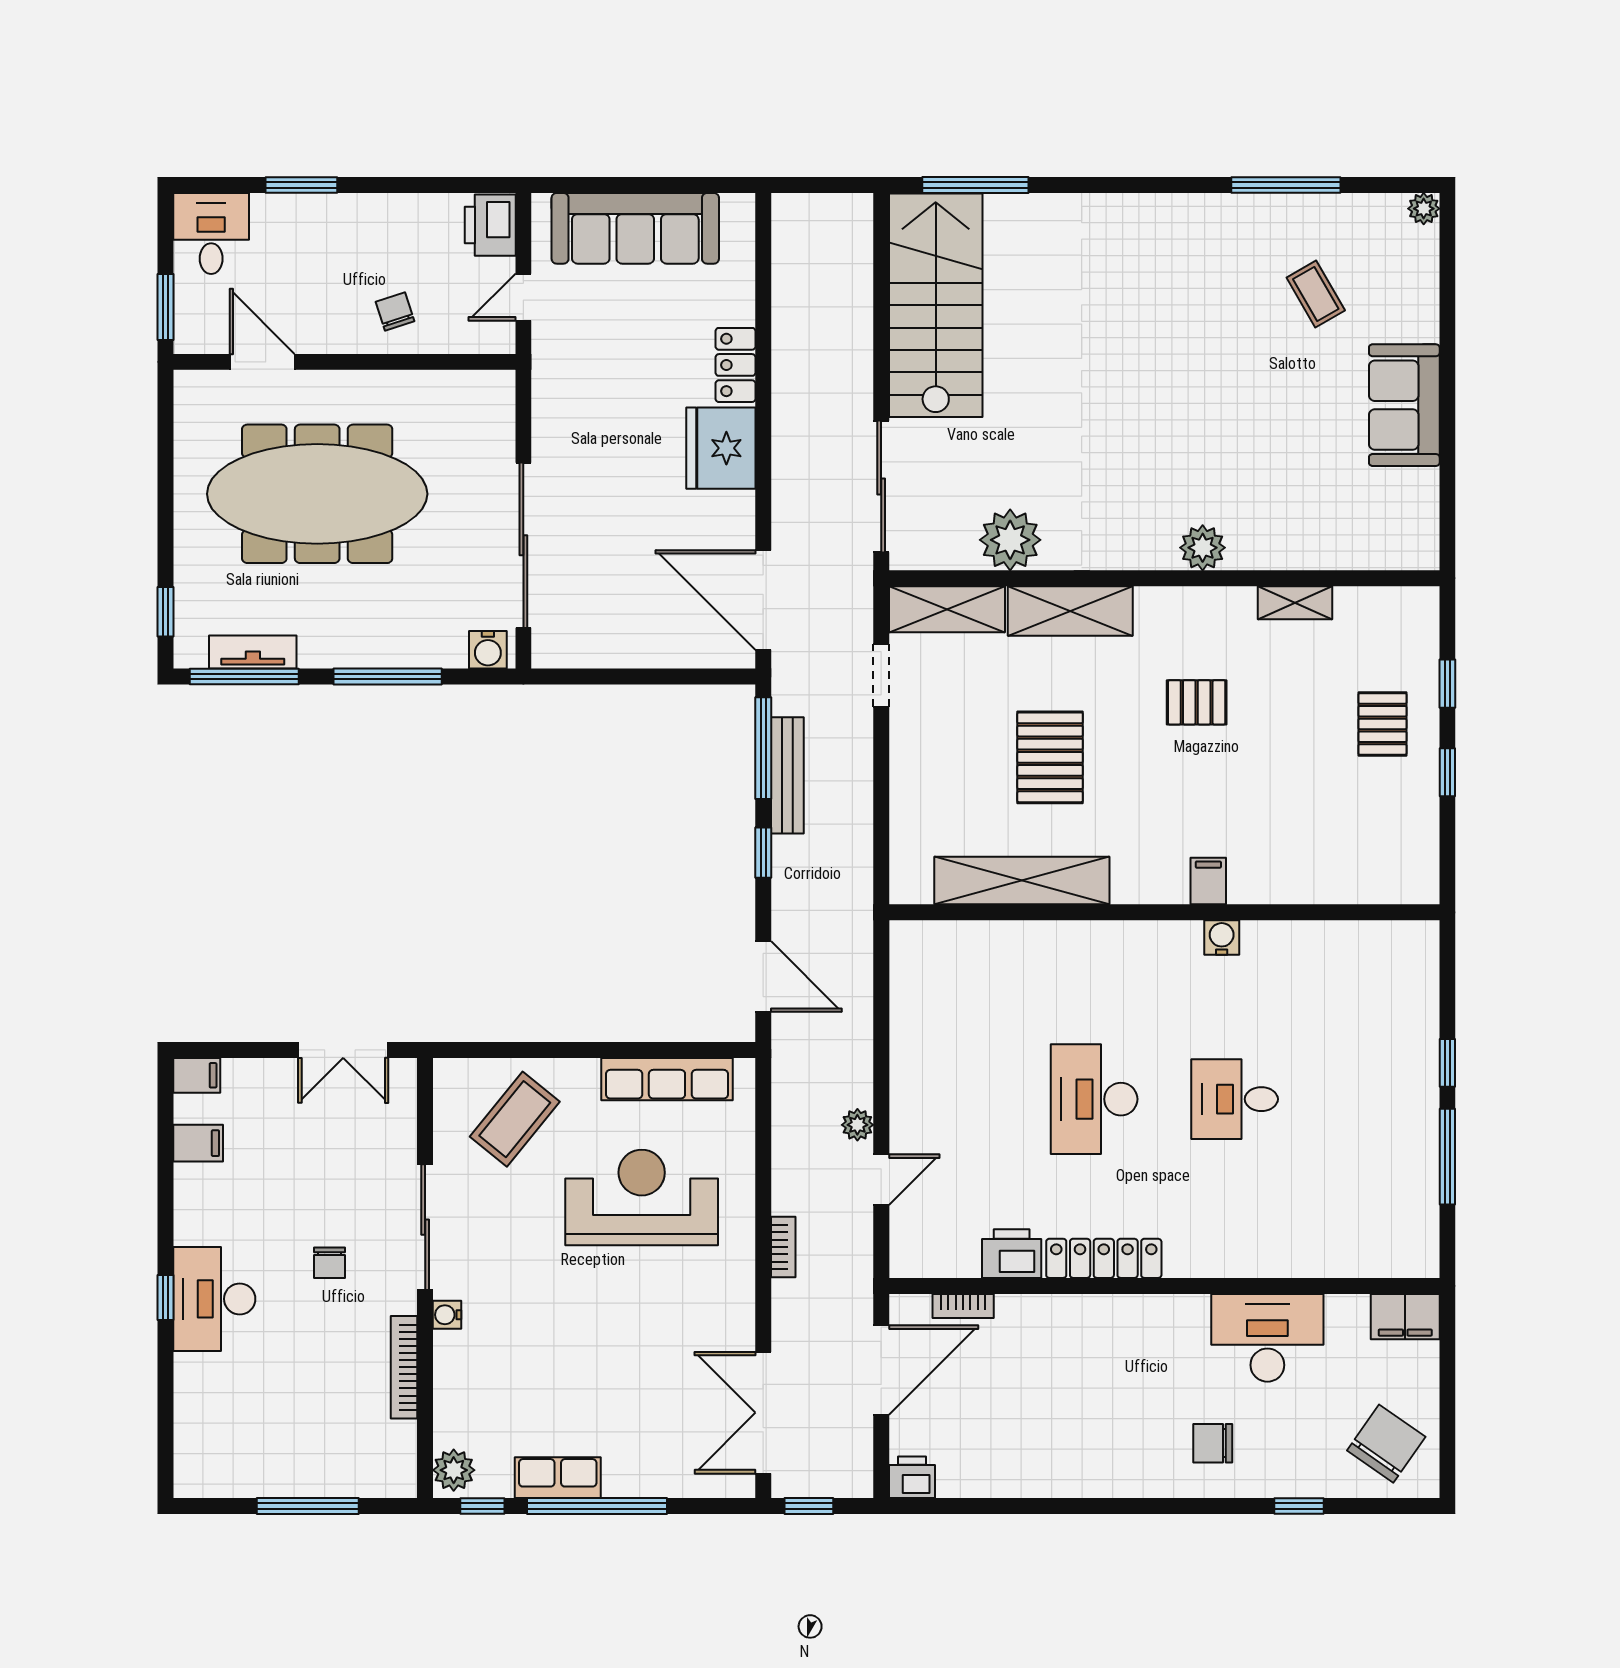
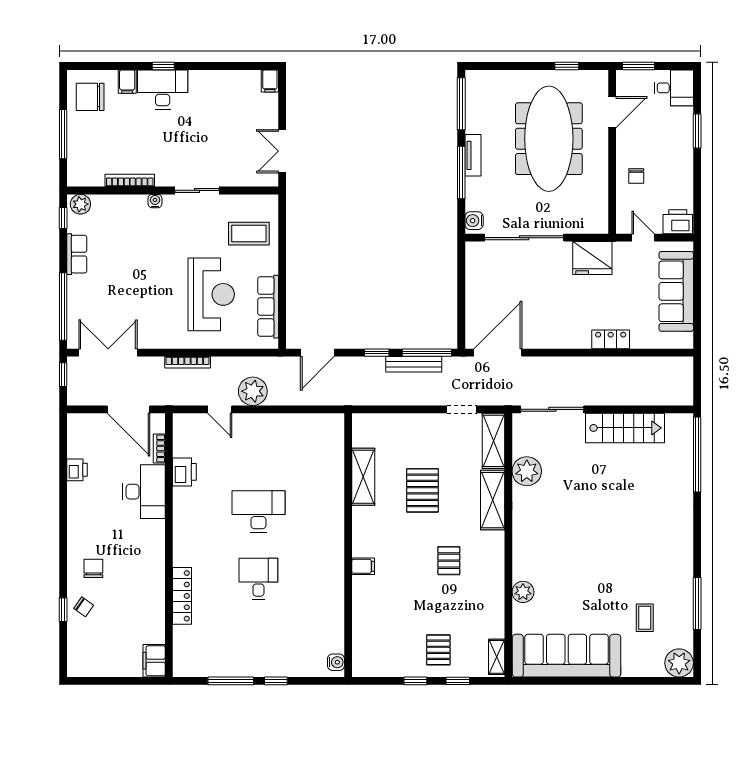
window: (975, 185) -> (697, 454), width x1.46
plant: (1424, 209) -> (679, 663), width x1.88, depth x1.88
coffee table: (1316, 294) -> (645, 618), turned -60
stairs: (936, 305) -> (625, 428), width x0.73, depth x0.66
chair: (395, 312) -> (636, 176), turned 108
sofa: (1404, 405) -> (567, 656), width x1.85, depth x1.27
fridge: (721, 448) -> (592, 258), moved, turned 180
plant: (1203, 548) -> (523, 592), moved
shelving: (1295, 603) -> (497, 657), moved
window: (166, 612) -> (567, 66), moved
tv unit: (253, 652) -> (473, 155), moved
pallet: (1382, 724) -> (438, 650), turned 90
pallet: (1050, 757) -> (422, 490), turned 90
shelving: (1022, 881) -> (363, 477), width x0.68
water cooler: (1222, 938) -> (336, 662), moved
coffee table: (515, 1119) -> (249, 234), turned -39
plant: (857, 1125) -> (253, 391), width x1.88, depth x1.88
filing cabinet: (198, 1143) -> (127, 82), moved
sliding door: (425, 1227) -> (197, 190), width x0.73
bookcase: (783, 1247) -> (188, 362), width x1.56
locker: (1104, 1258) -> (182, 596), moved
chair: (330, 1263) -> (90, 97), moved, width x1.87, depth x1.87
desk: (1267, 1338) -> (144, 492), moved
chair: (1386, 1444) -> (84, 607), moved, width x0.54, depth x0.54
printer: (912, 1477) -> (77, 470), moved
window: (597, 1506) -> (63, 306), moved

